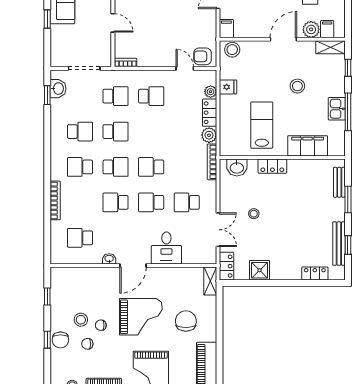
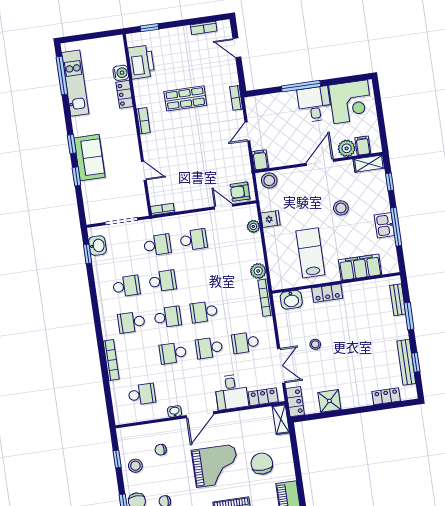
locker: (210, 113) -> (263, 397), moved, turned 90
school desk: (80, 238) -> (142, 394), turned 180
stool: (81, 320) -> (135, 466), moved
chair: (101, 325) -> (161, 450), moved

